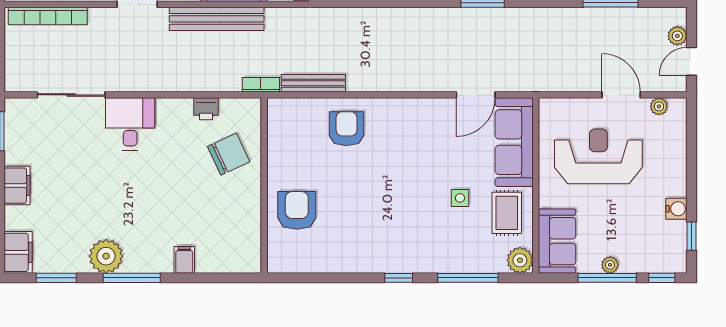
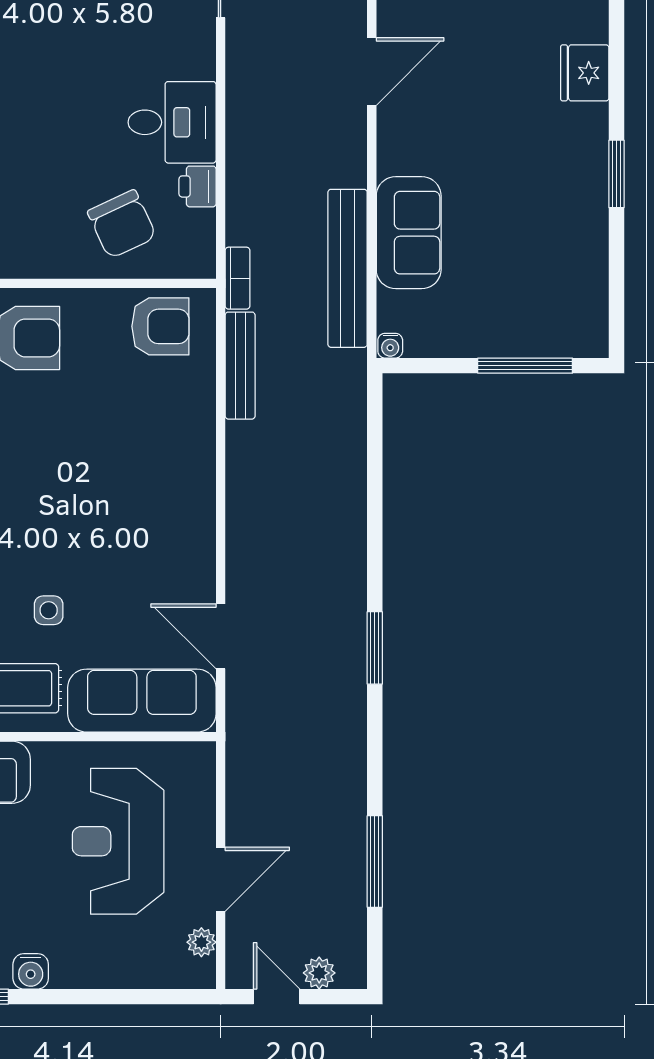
bench: (217, 19) -> (348, 268), moved
desk: (130, 124) -> (172, 122), moved
armchair: (346, 129) -> (160, 326), moved
reception desk: (598, 156) -> (118, 841), turned 180

